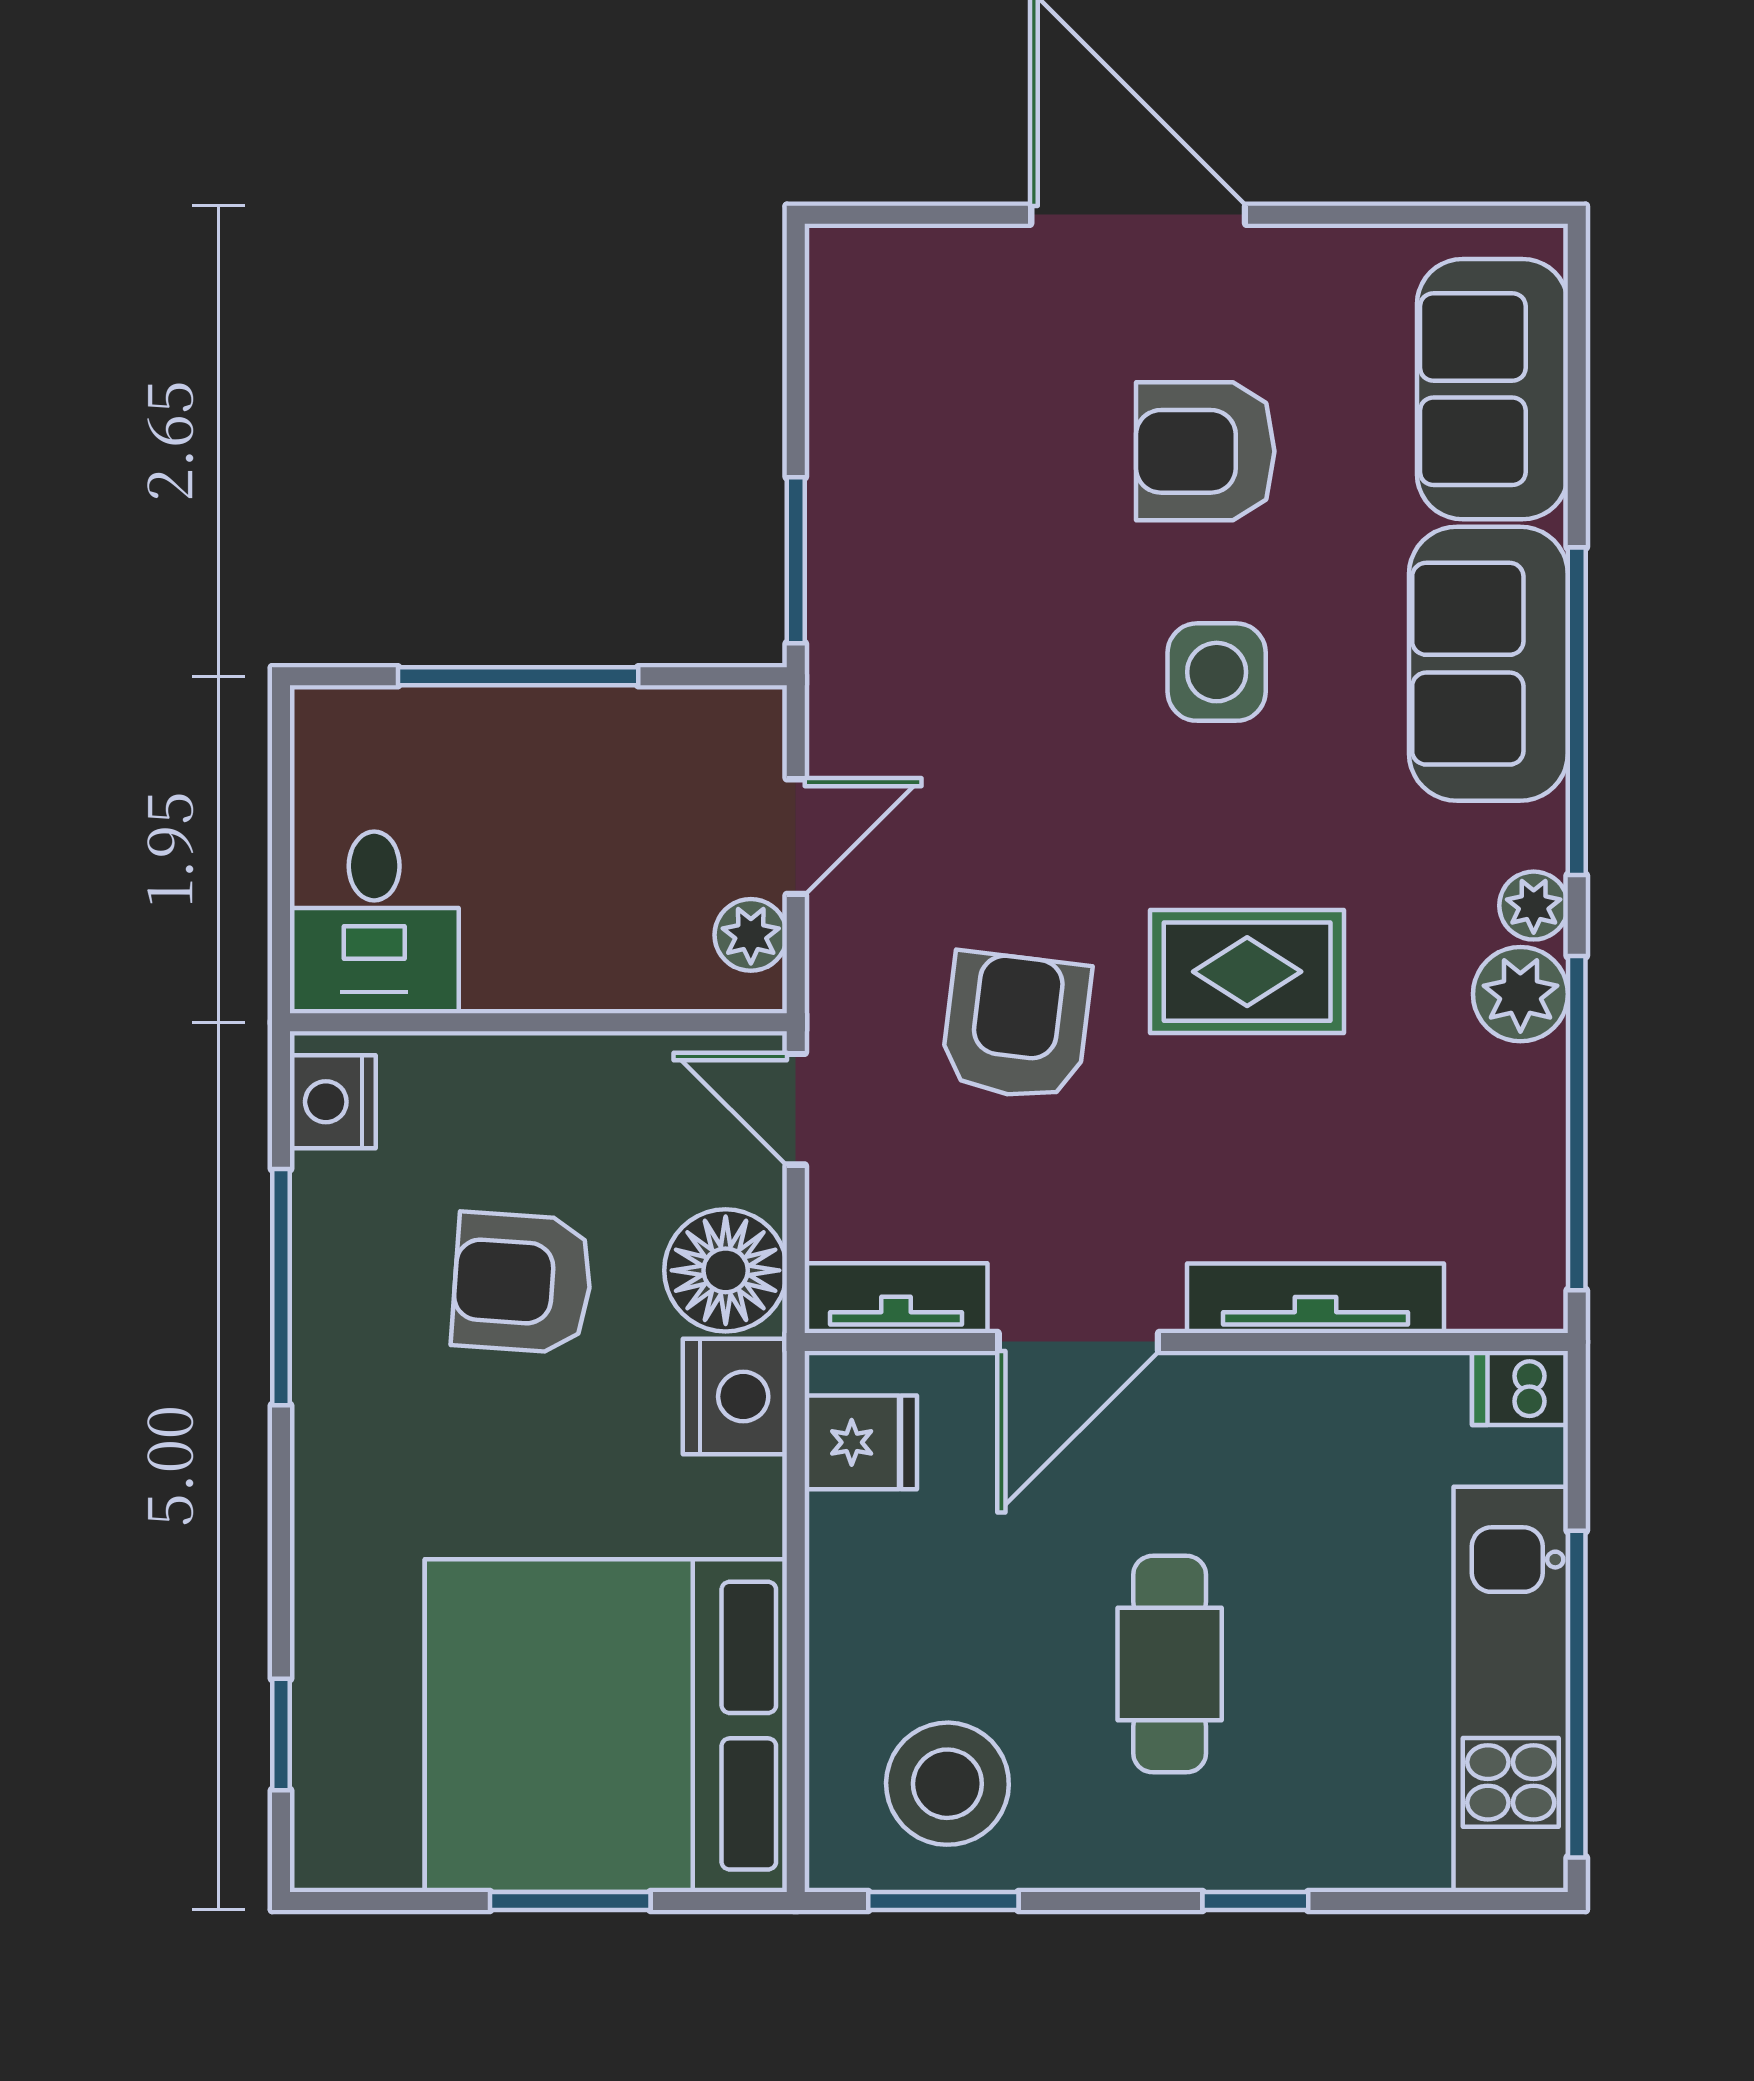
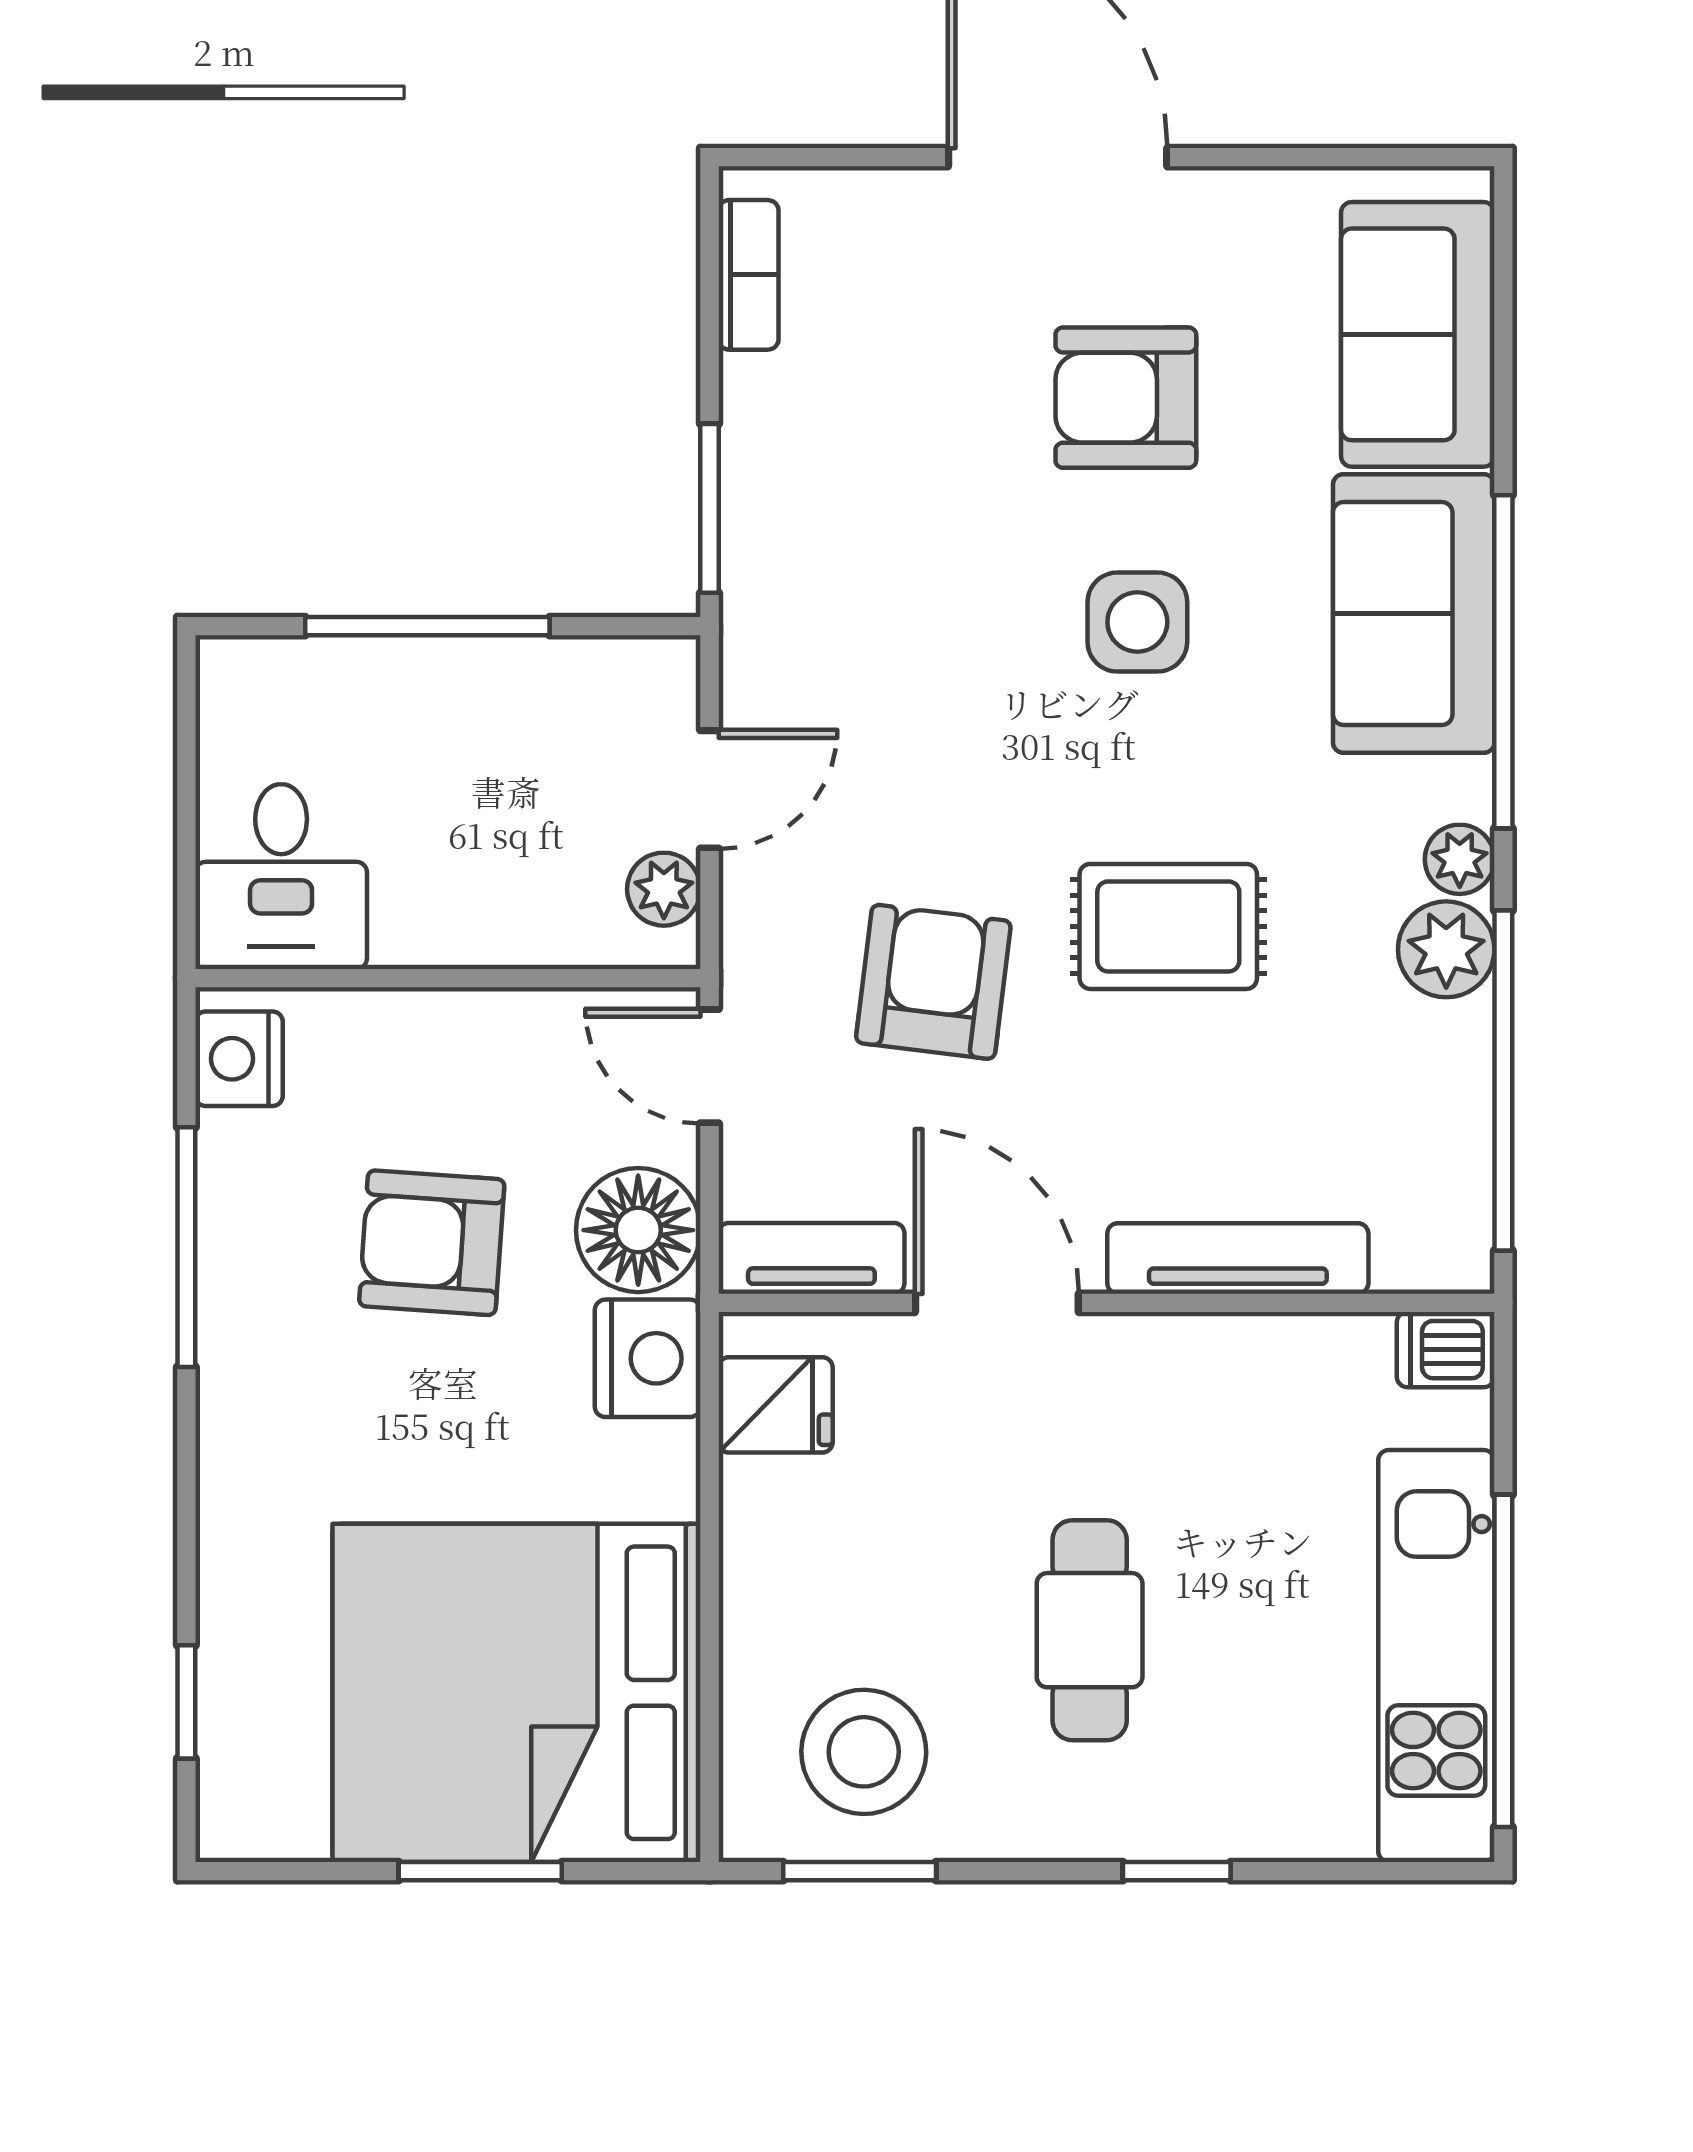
bookcase: (834, 331) -> (748, 275), added
door: (1078, 1342) -> (997, 1303), swing flipped

